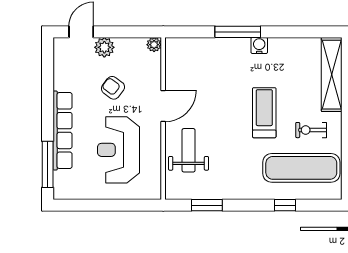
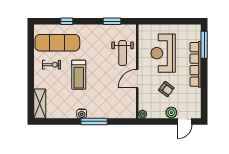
shelving: (332, 75) -> (40, 104), width x0.68
reception desk: (119, 150) -> (163, 53), turned 180

